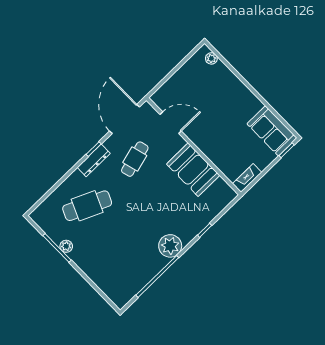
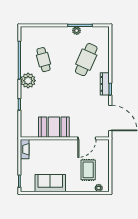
rug: (203, 89) -> (88, 170), added
sofa: (272, 131) -> (50, 183), moved
cafe table: (135, 159) -> (44, 60), moved

